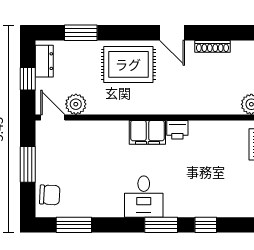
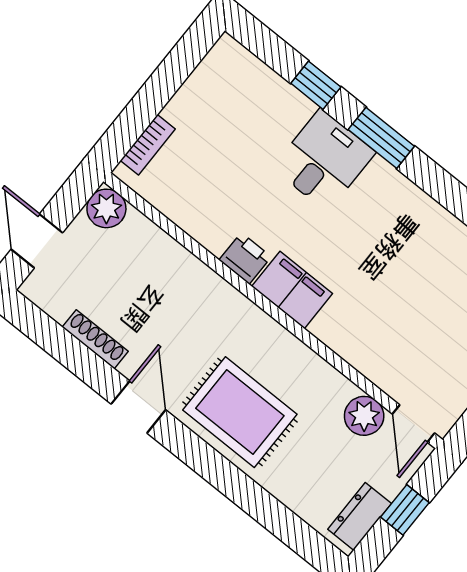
window: (81, 33) -> (273, 515), removed
desk: (144, 197) -> (324, 160), moved

